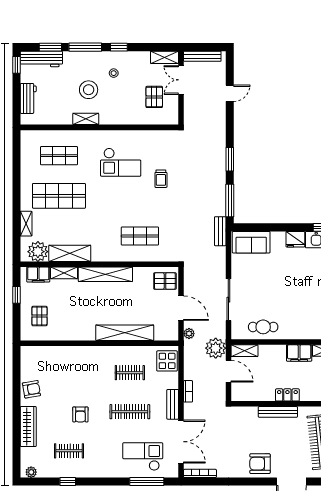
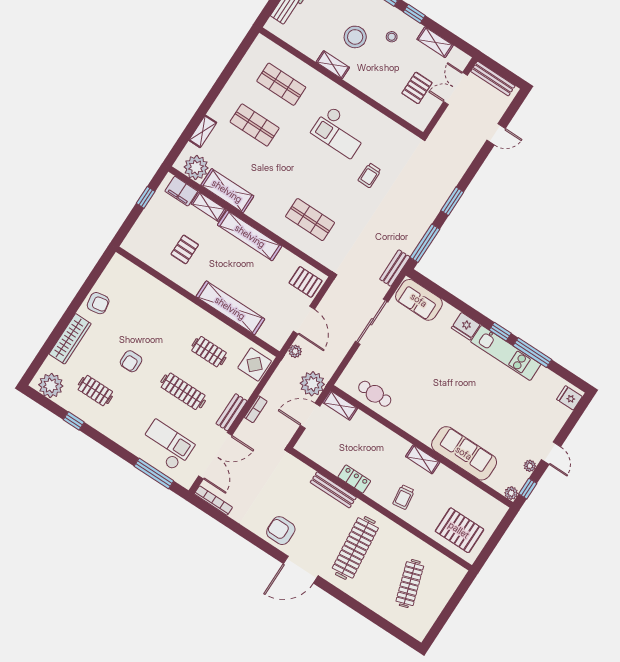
shelving: (164, 57) -> (435, 42), moved
shop shelf: (59, 196) -> (255, 125), width x0.70, depth x0.74
sliding door: (228, 300) -> (372, 322), moved
pallet: (39, 316) -> (185, 249), moved
filing cabinet: (299, 353) -> (394, 444), removed
door: (228, 371) -> (310, 416), swing flipped
plant: (31, 472) -> (51, 385), width x1.88, depth x1.88

